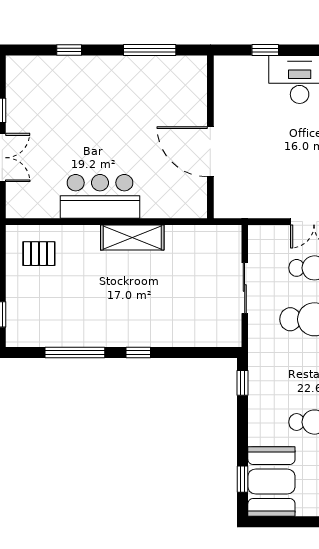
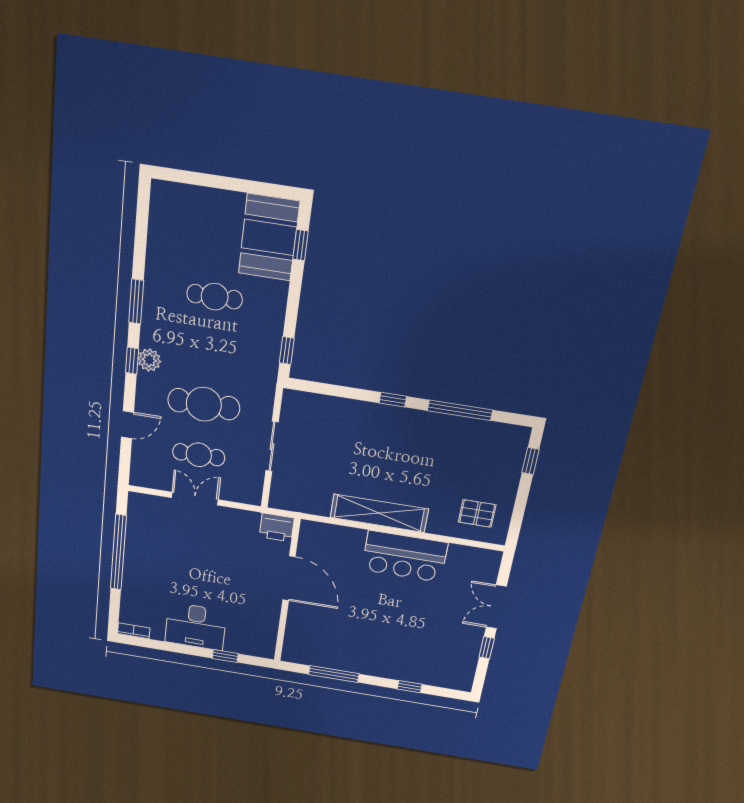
printer: (230, 205) -> (277, 527), added
shelving: (132, 238) -> (379, 513), width x1.47

